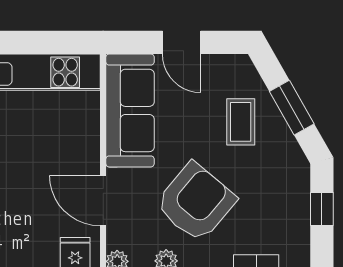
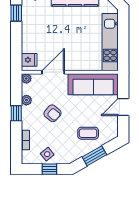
armchair: (196, 202) -> (53, 113), width x0.53, depth x0.53
side table: (288, 214) -> (47, 154), added

